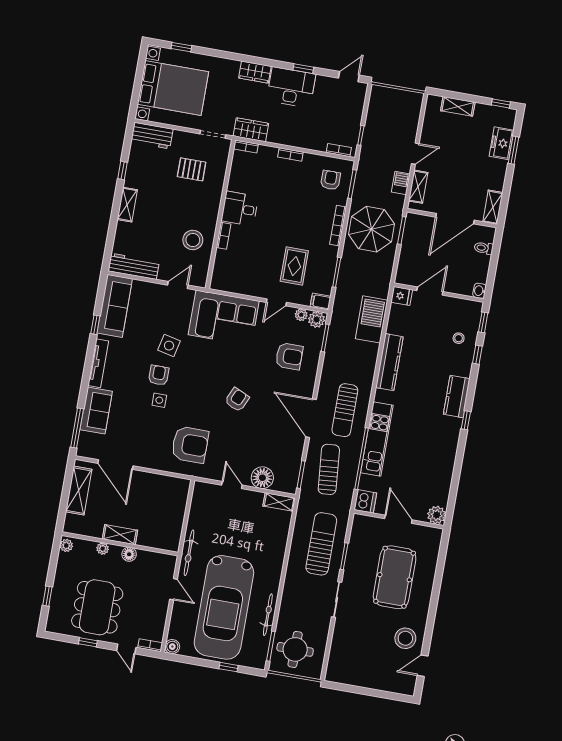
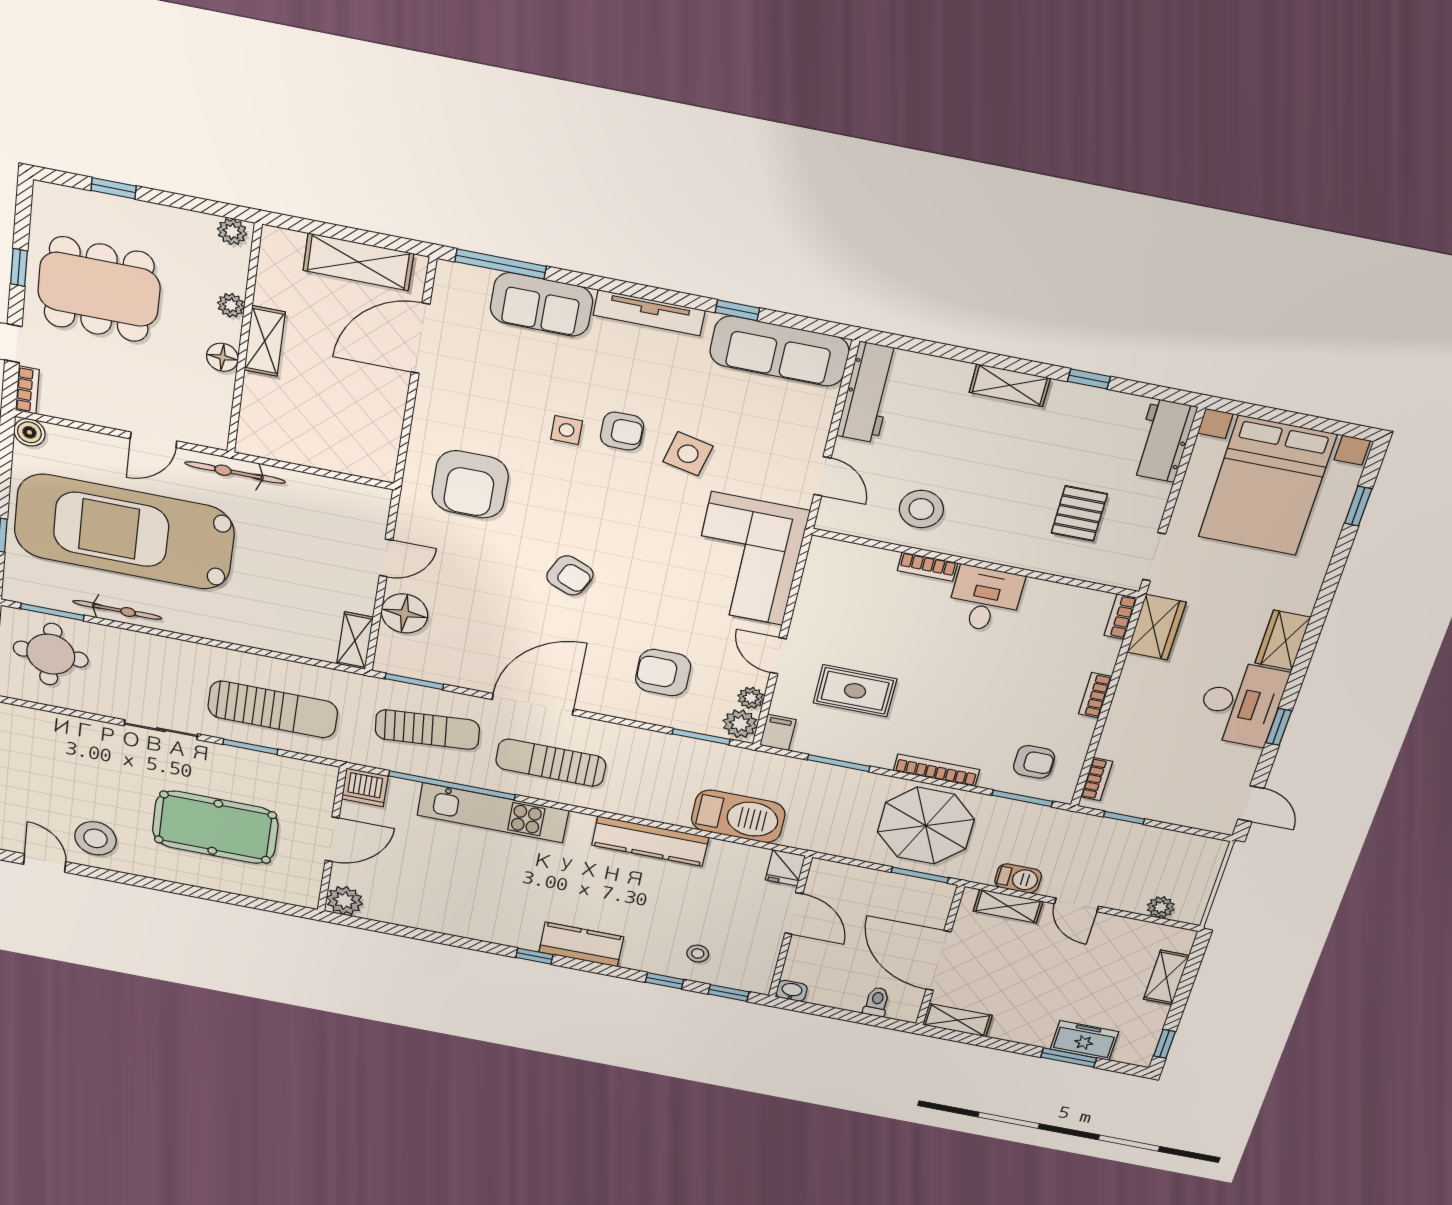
plant: (414, 113) -> (1161, 907), added
armchair: (289, 356) -> (663, 673), turned 90

